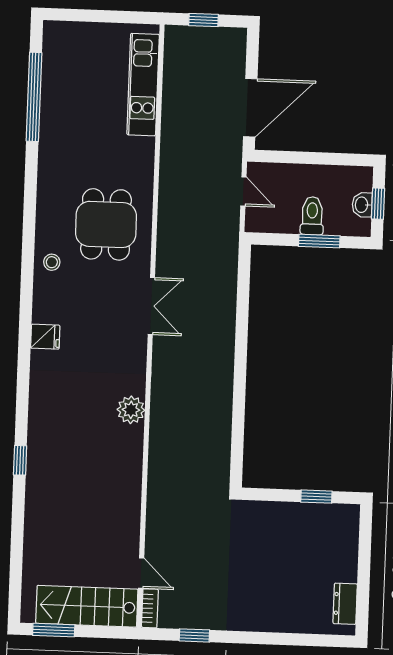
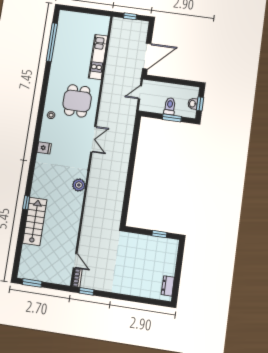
kitchen unit: (143, 85) -> (98, 57), moved
door: (243, 191) -> (140, 92), swing flipped
stairs: (87, 606) -> (35, 221), moved, turned 90
window: (194, 635) -> (86, 291), moved

